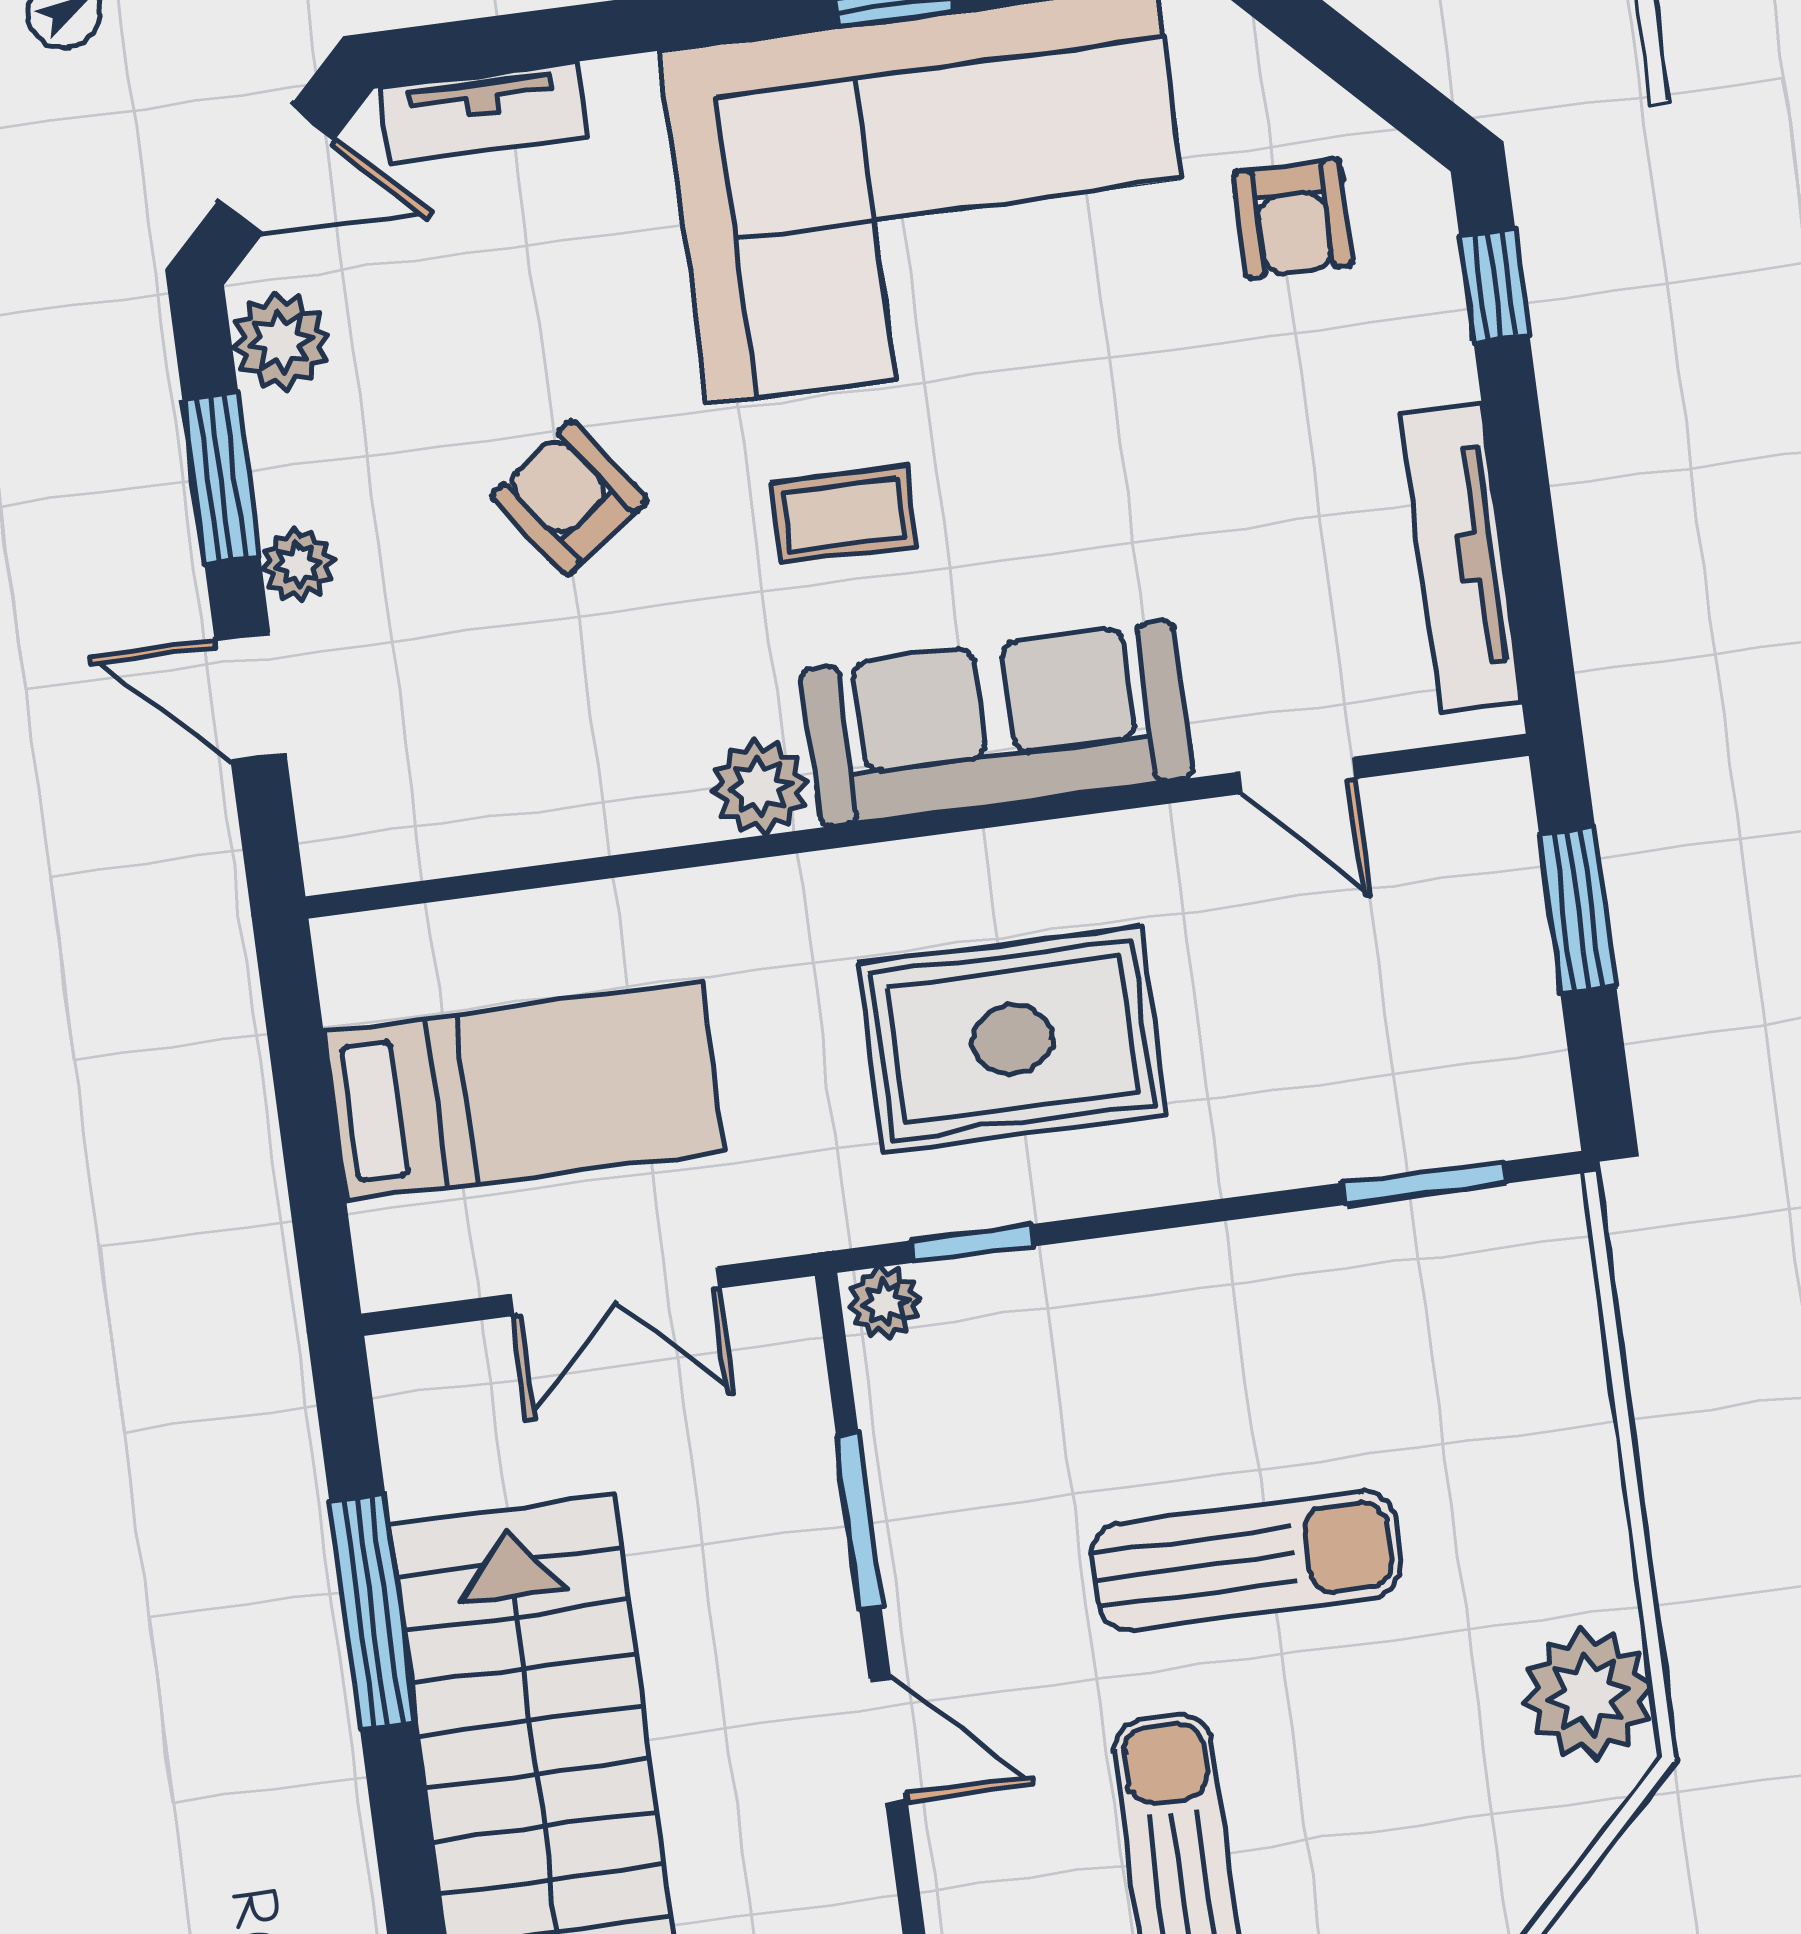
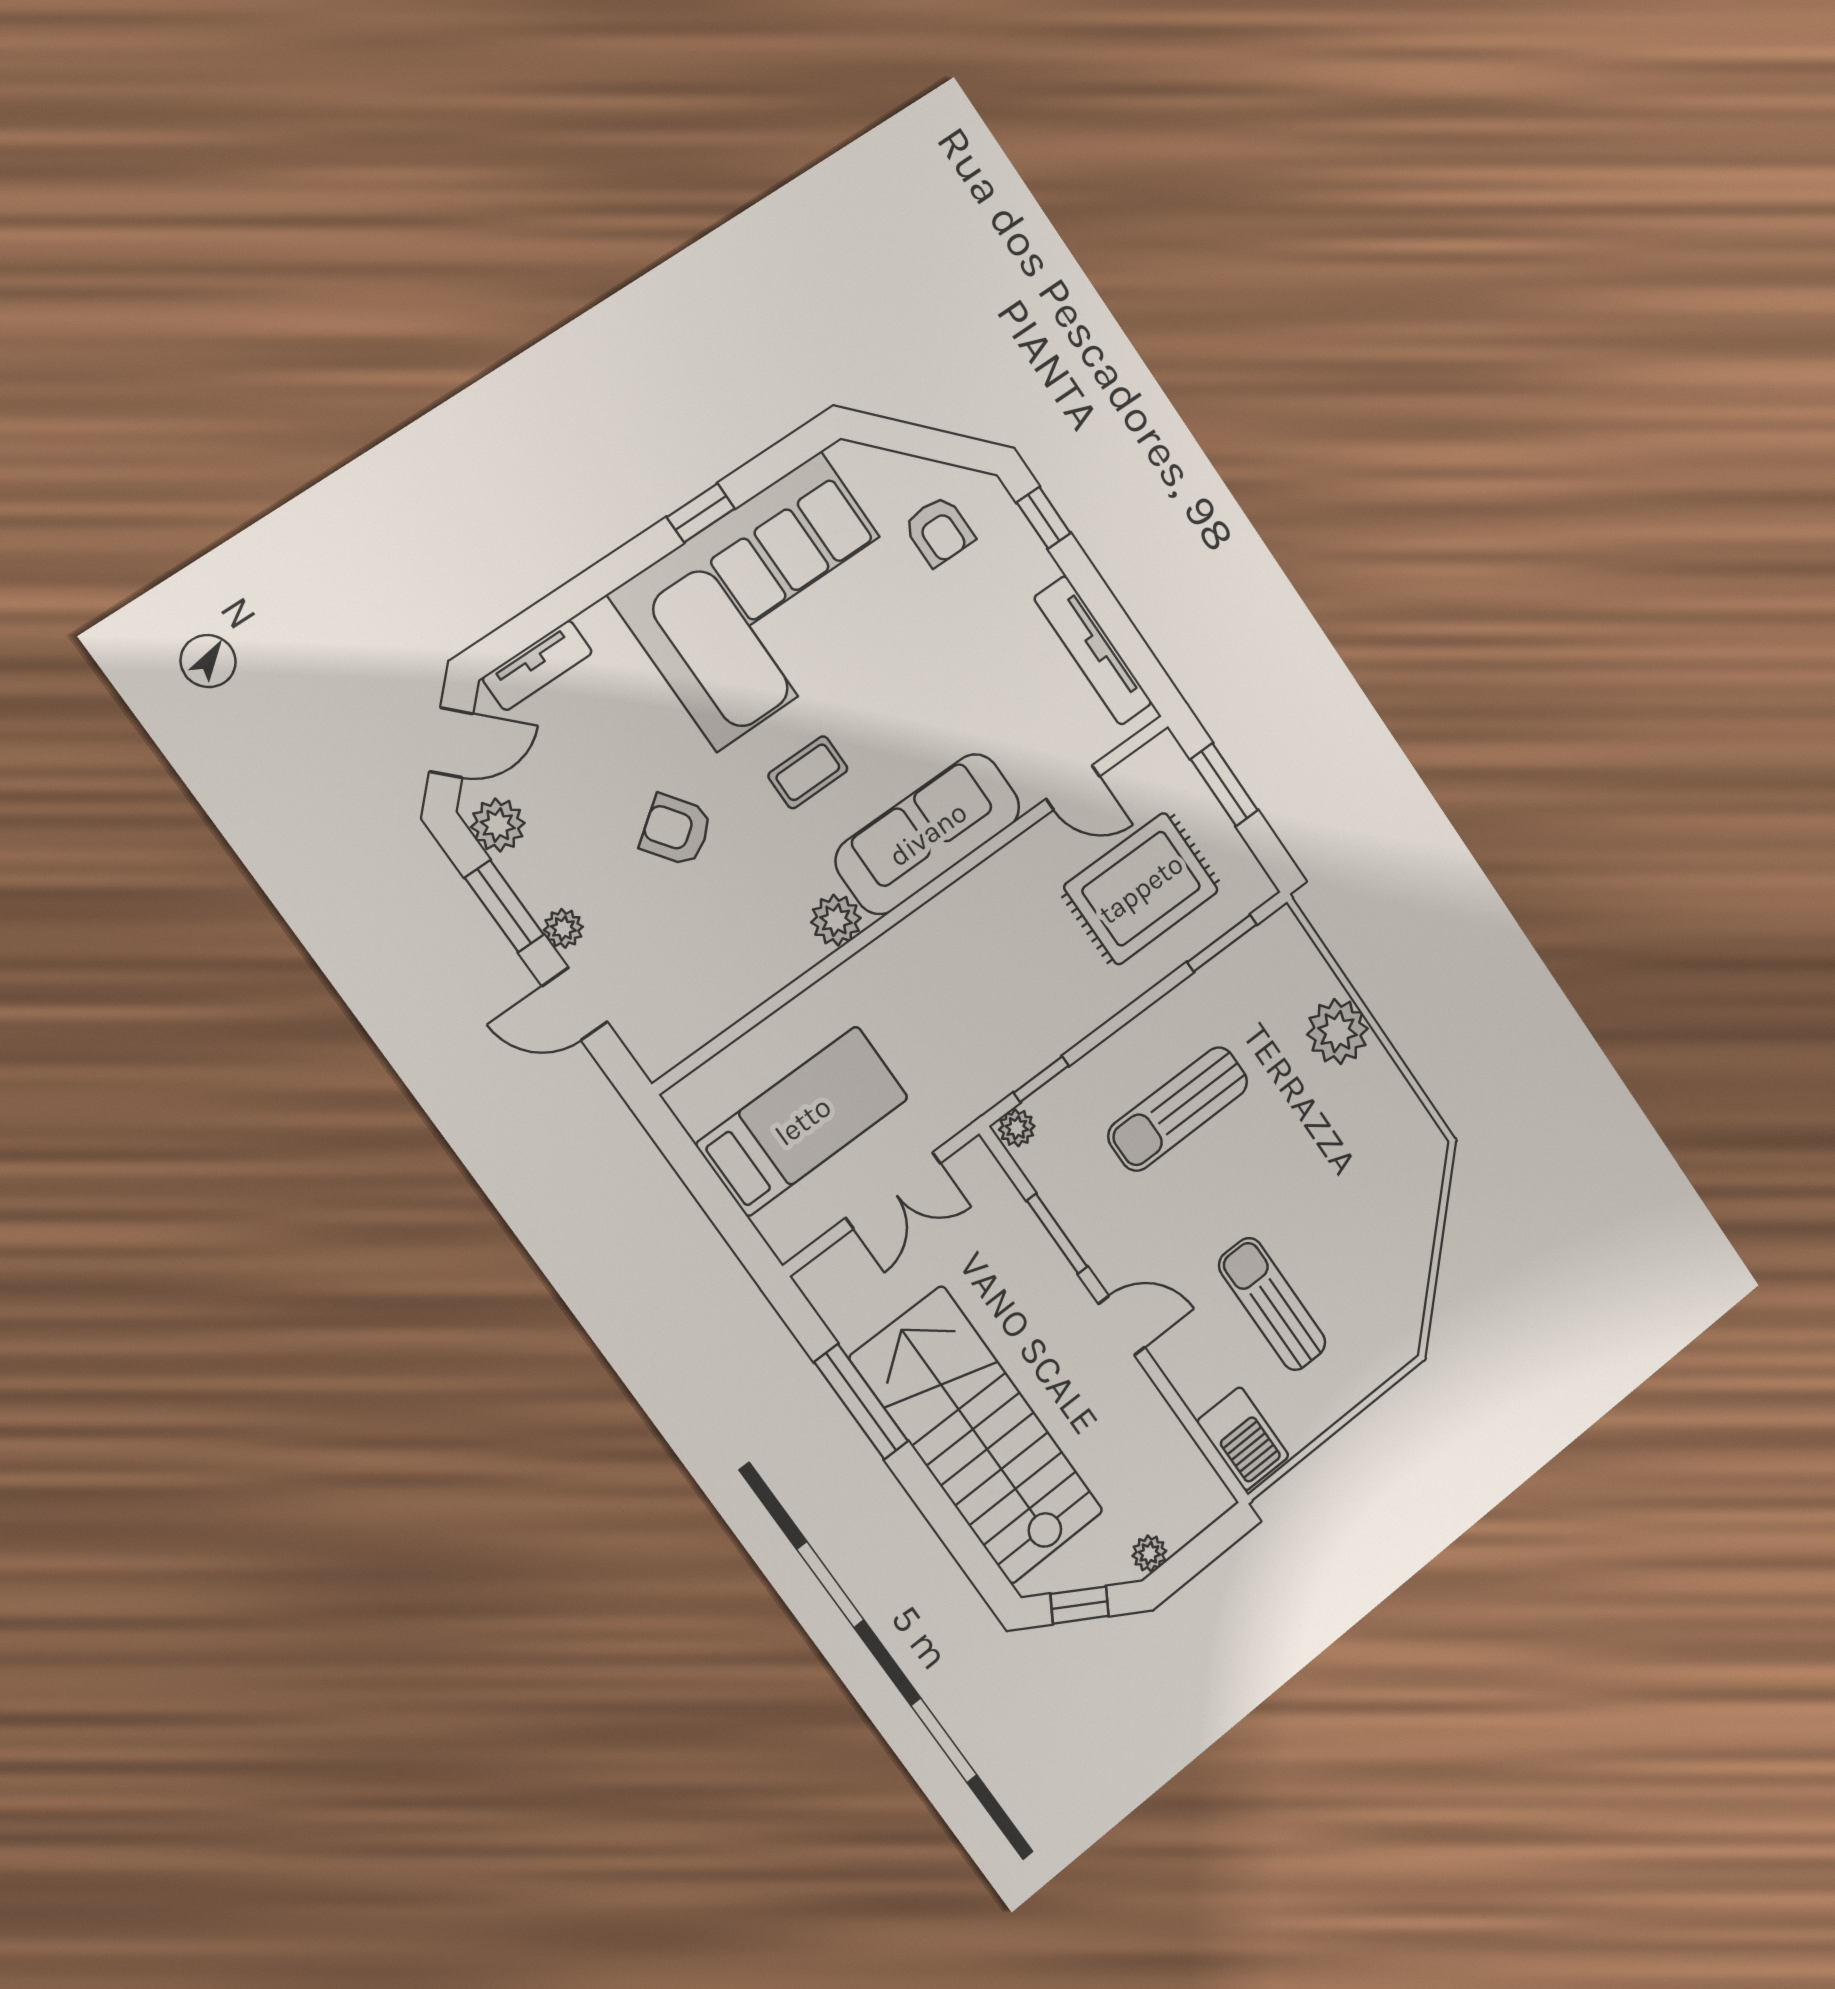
rug: (1012, 1040) -> (1141, 889), moved
sun lounger: (1246, 1560) -> (1178, 1109), moved, turned 180
plant: (1588, 1694) -> (1337, 1032), moved

